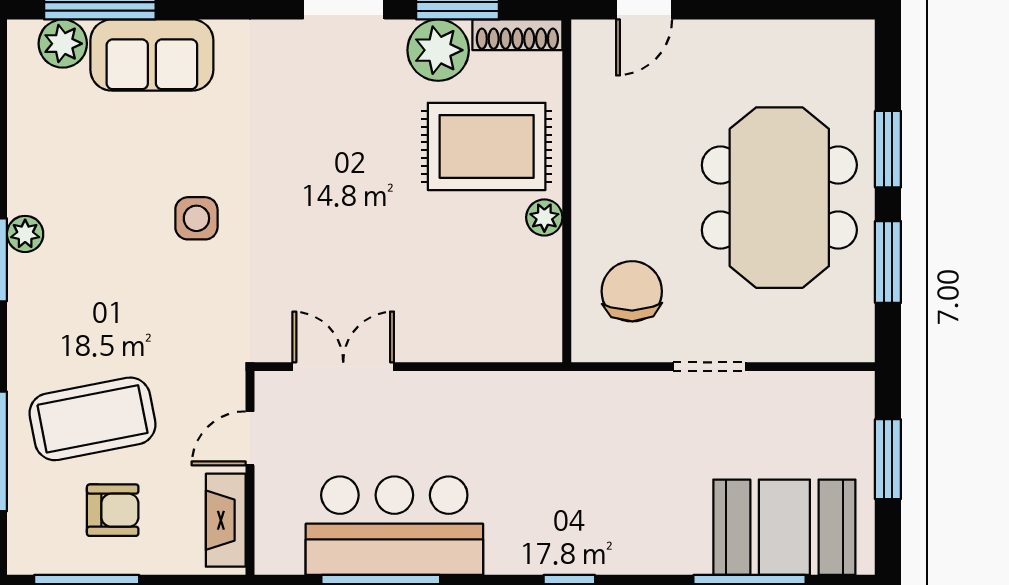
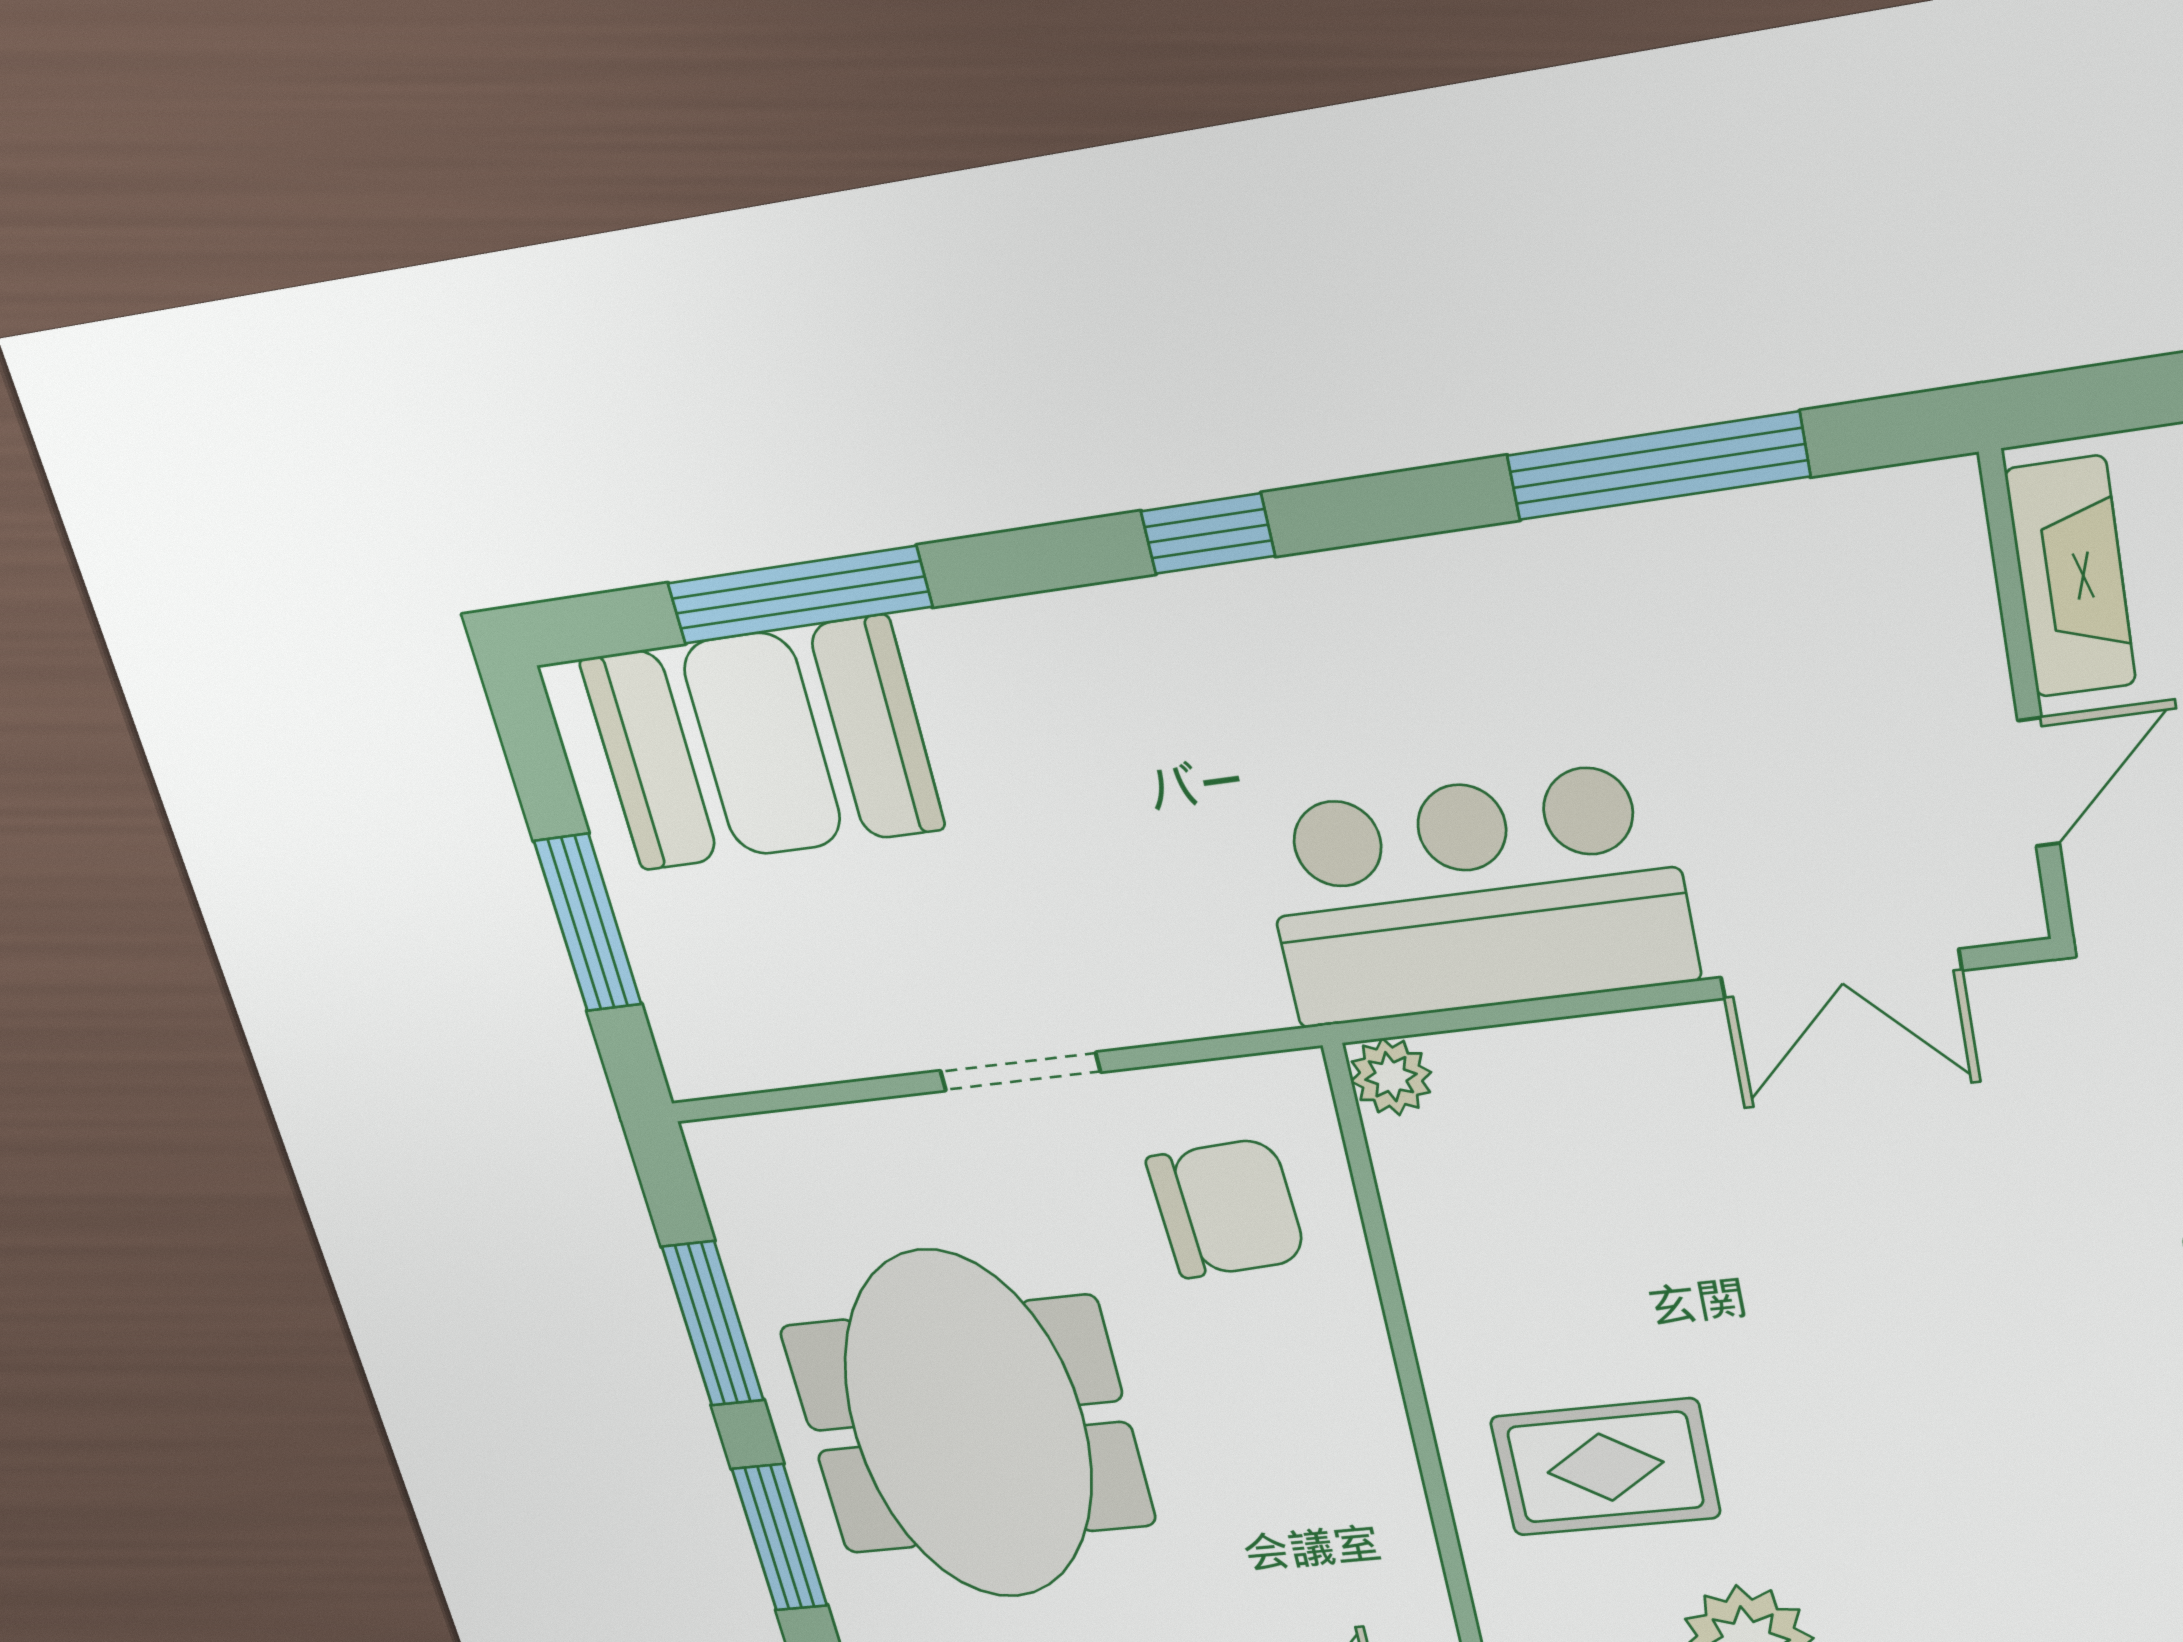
rug: (487, 146) -> (1606, 1467), width x0.73, depth x0.70
plant: (544, 217) -> (1391, 1077), moved
chair: (632, 291) -> (1227, 1209), turned -92
bar counter: (394, 526) -> (1477, 896), moved, turned 180

